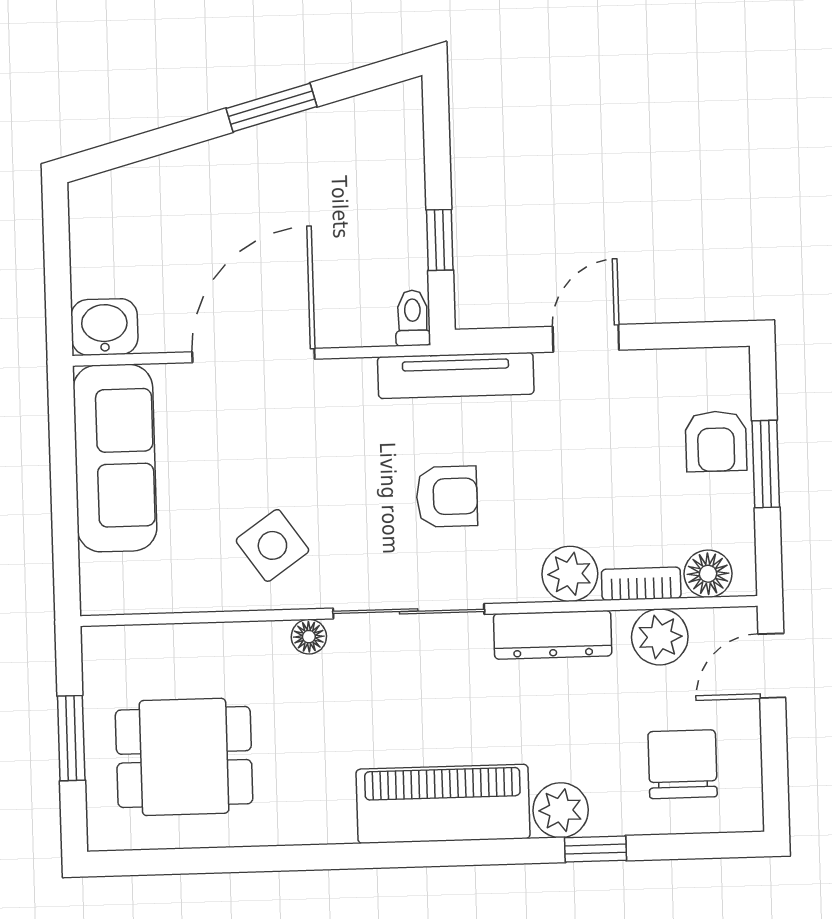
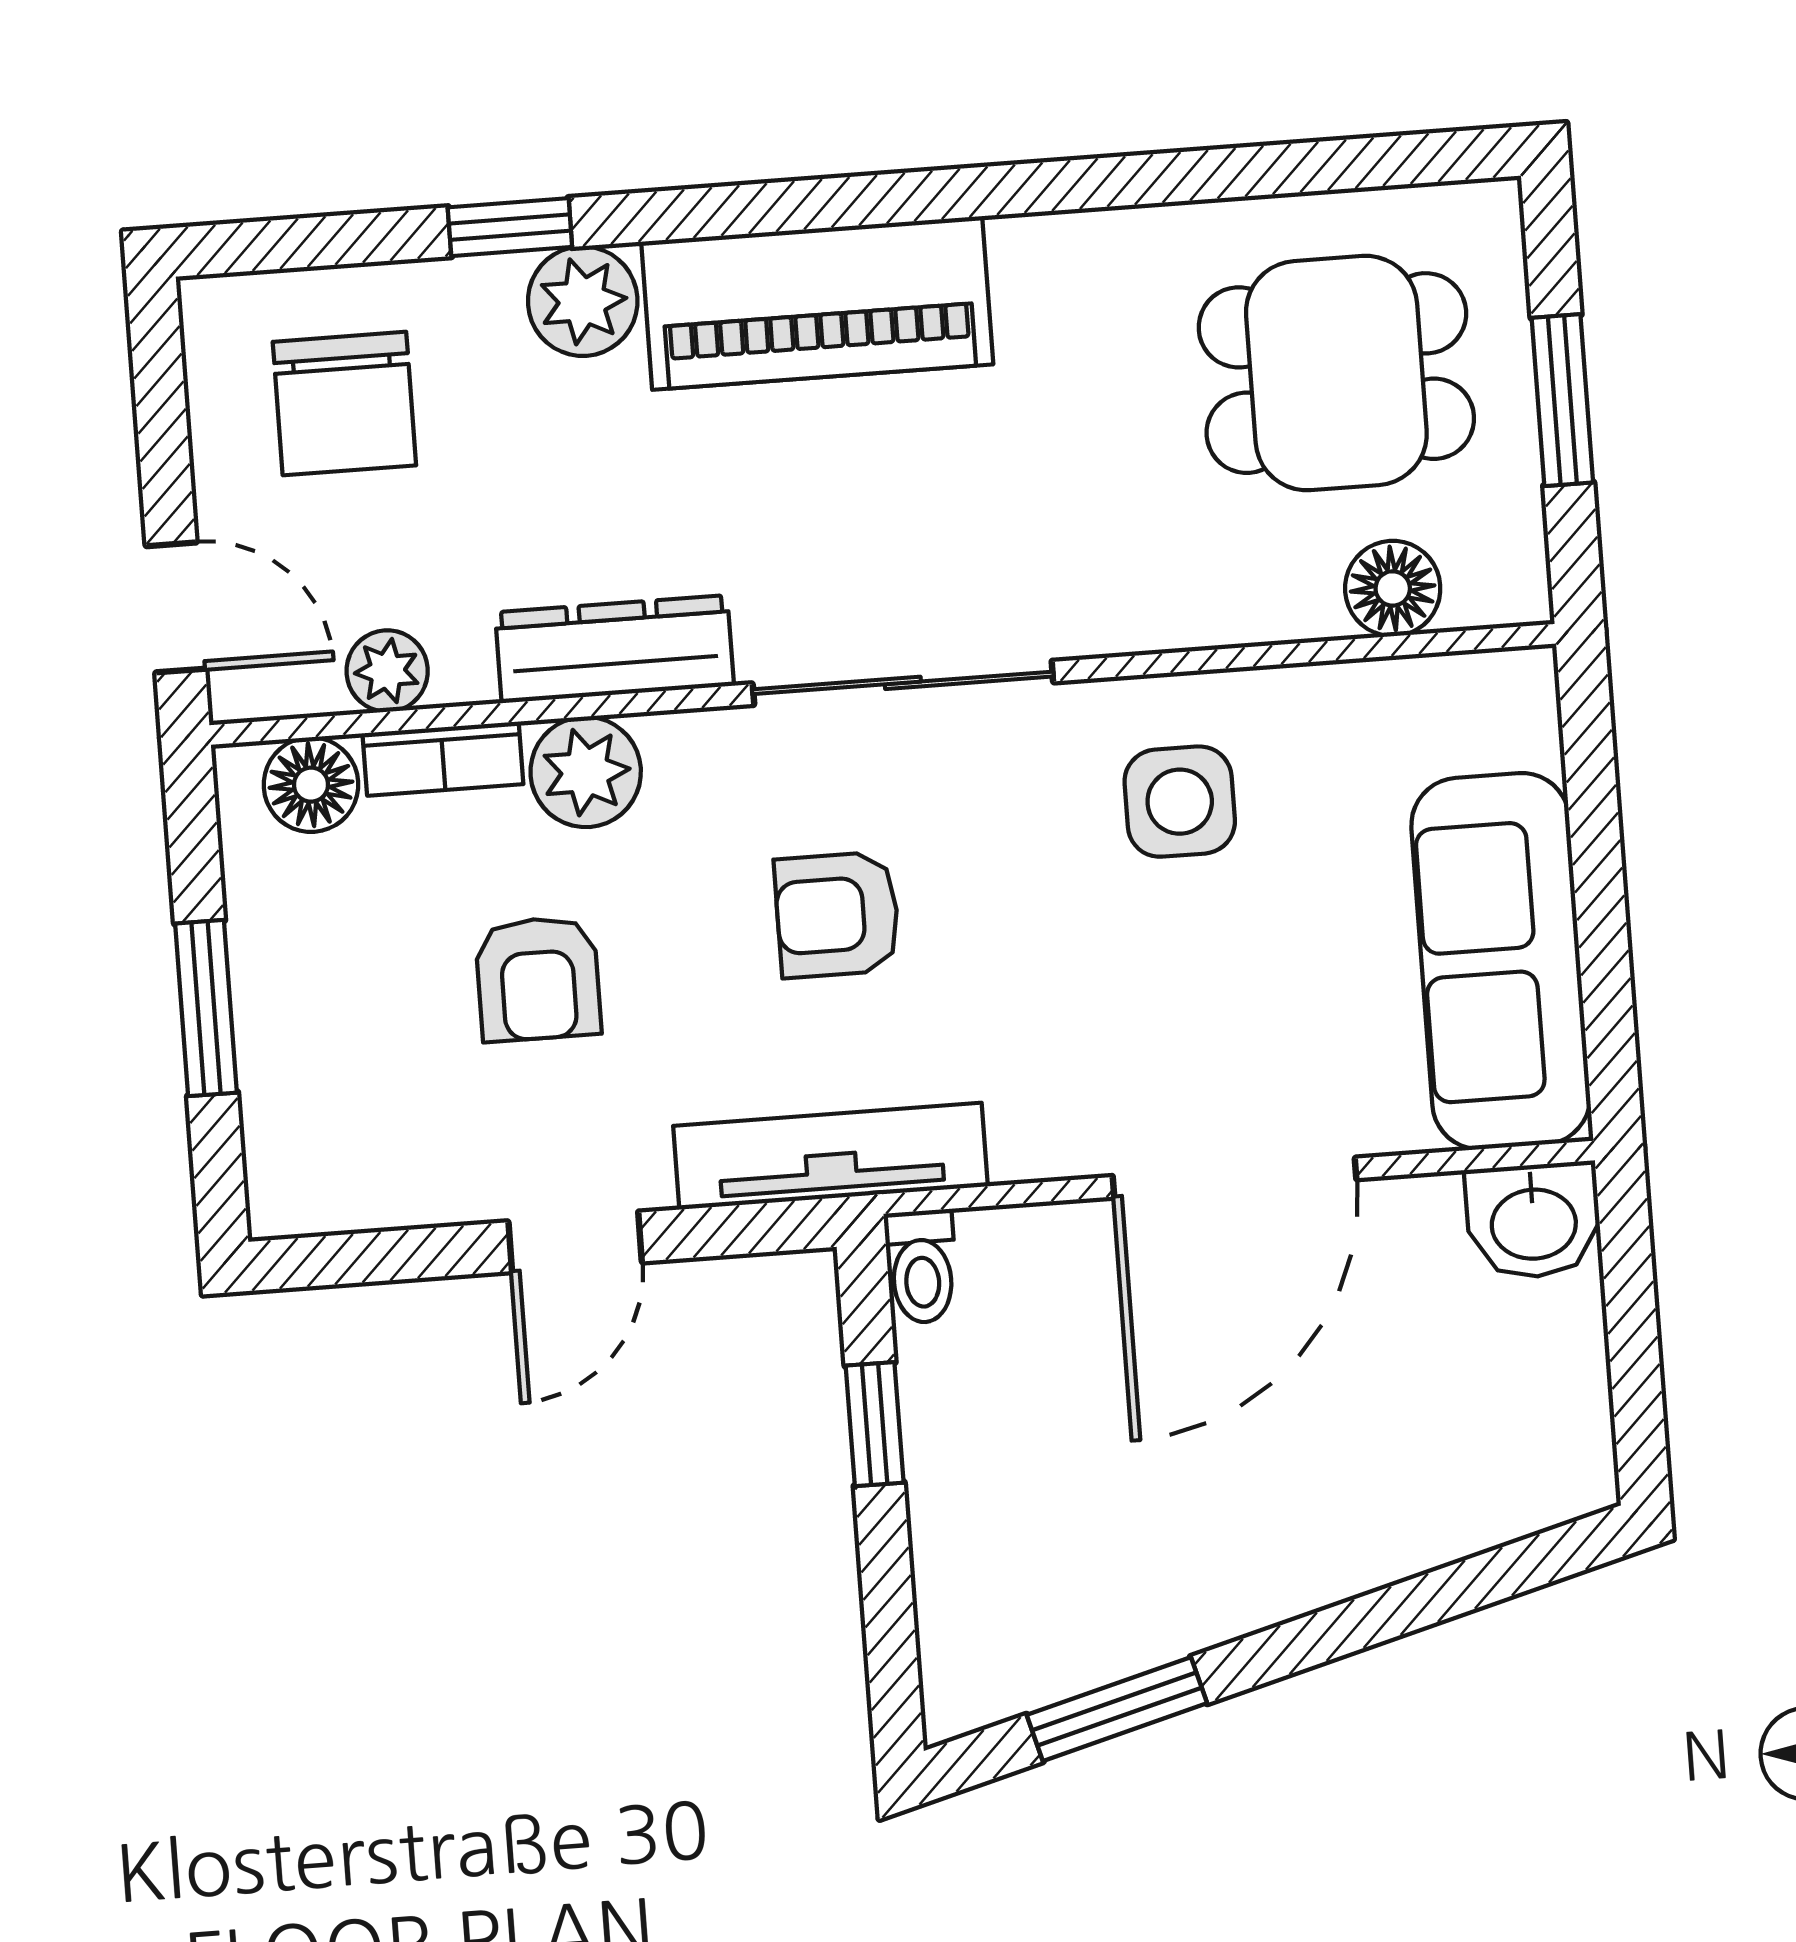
window: (272, 108) -> (1117, 1709), moved
armchair: (716, 441) -> (538, 979), moved, turned 180
side table: (272, 545) -> (1180, 802), turned 35
floor lamp: (309, 637) -> (1393, 588), moved, width x1.37, depth x1.37
plant: (660, 637) -> (387, 671), width x0.73, depth x0.73
door: (772, 666) -> (176, 607), hinge flipped

